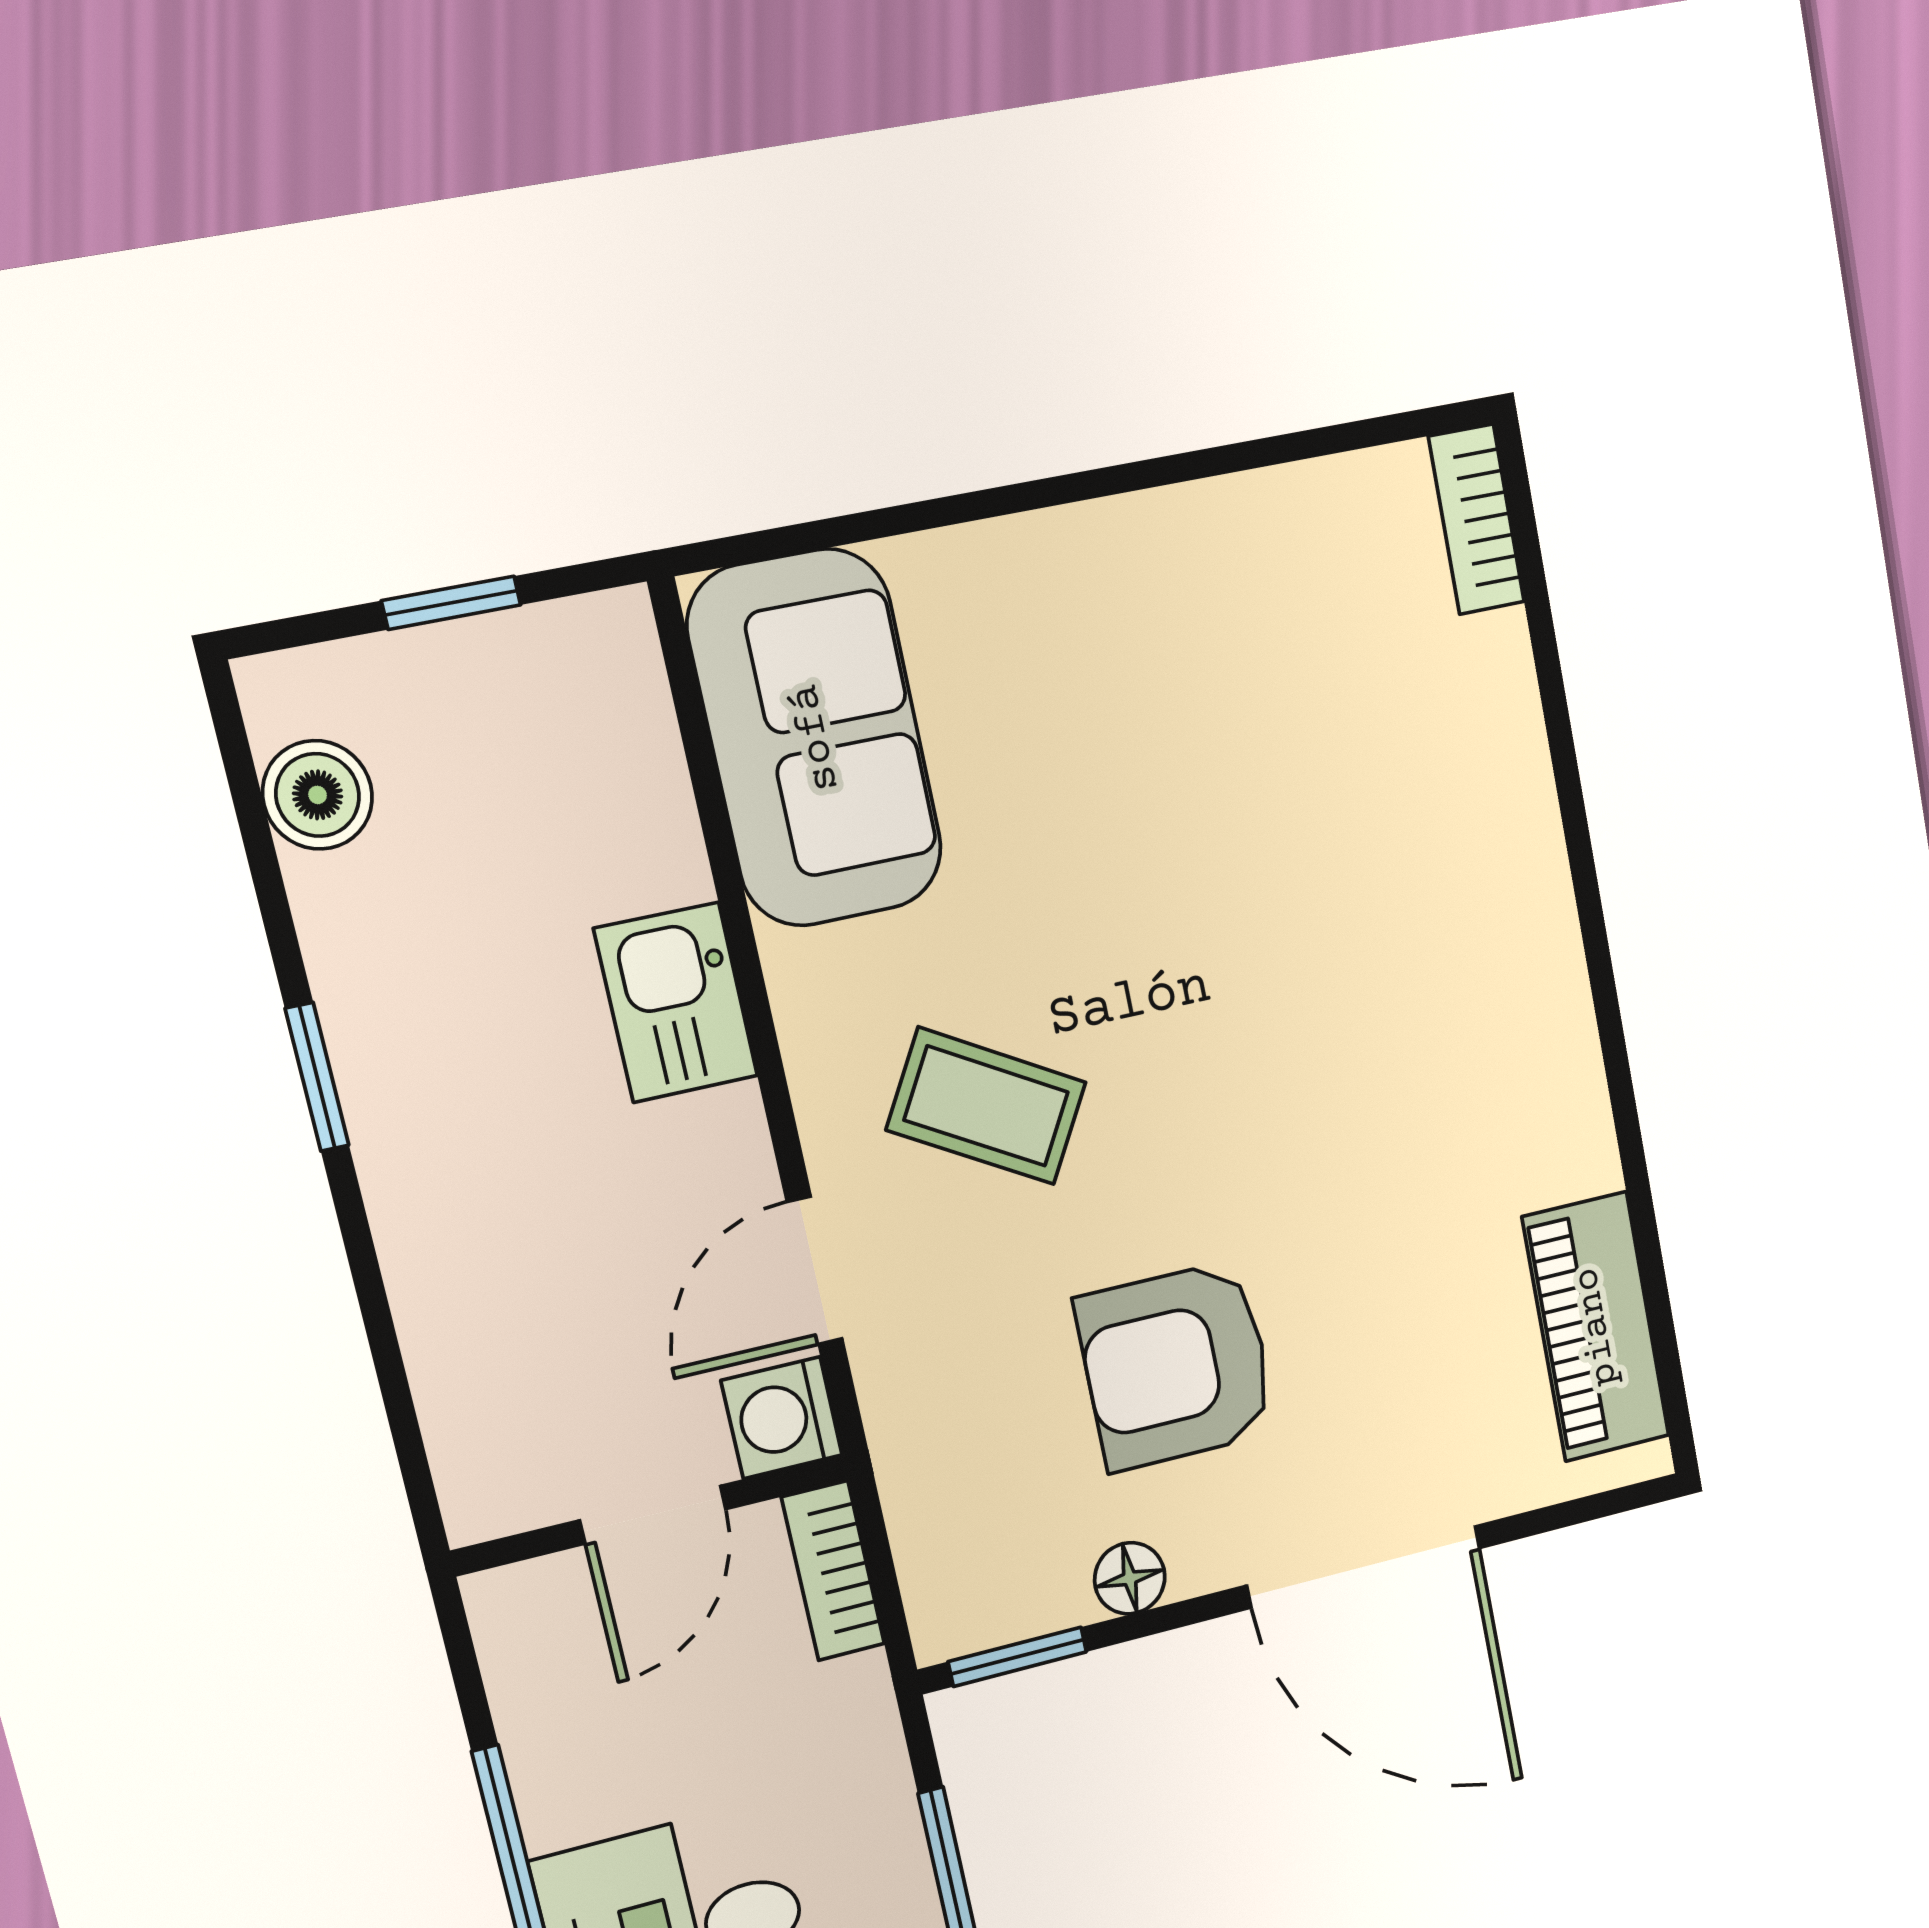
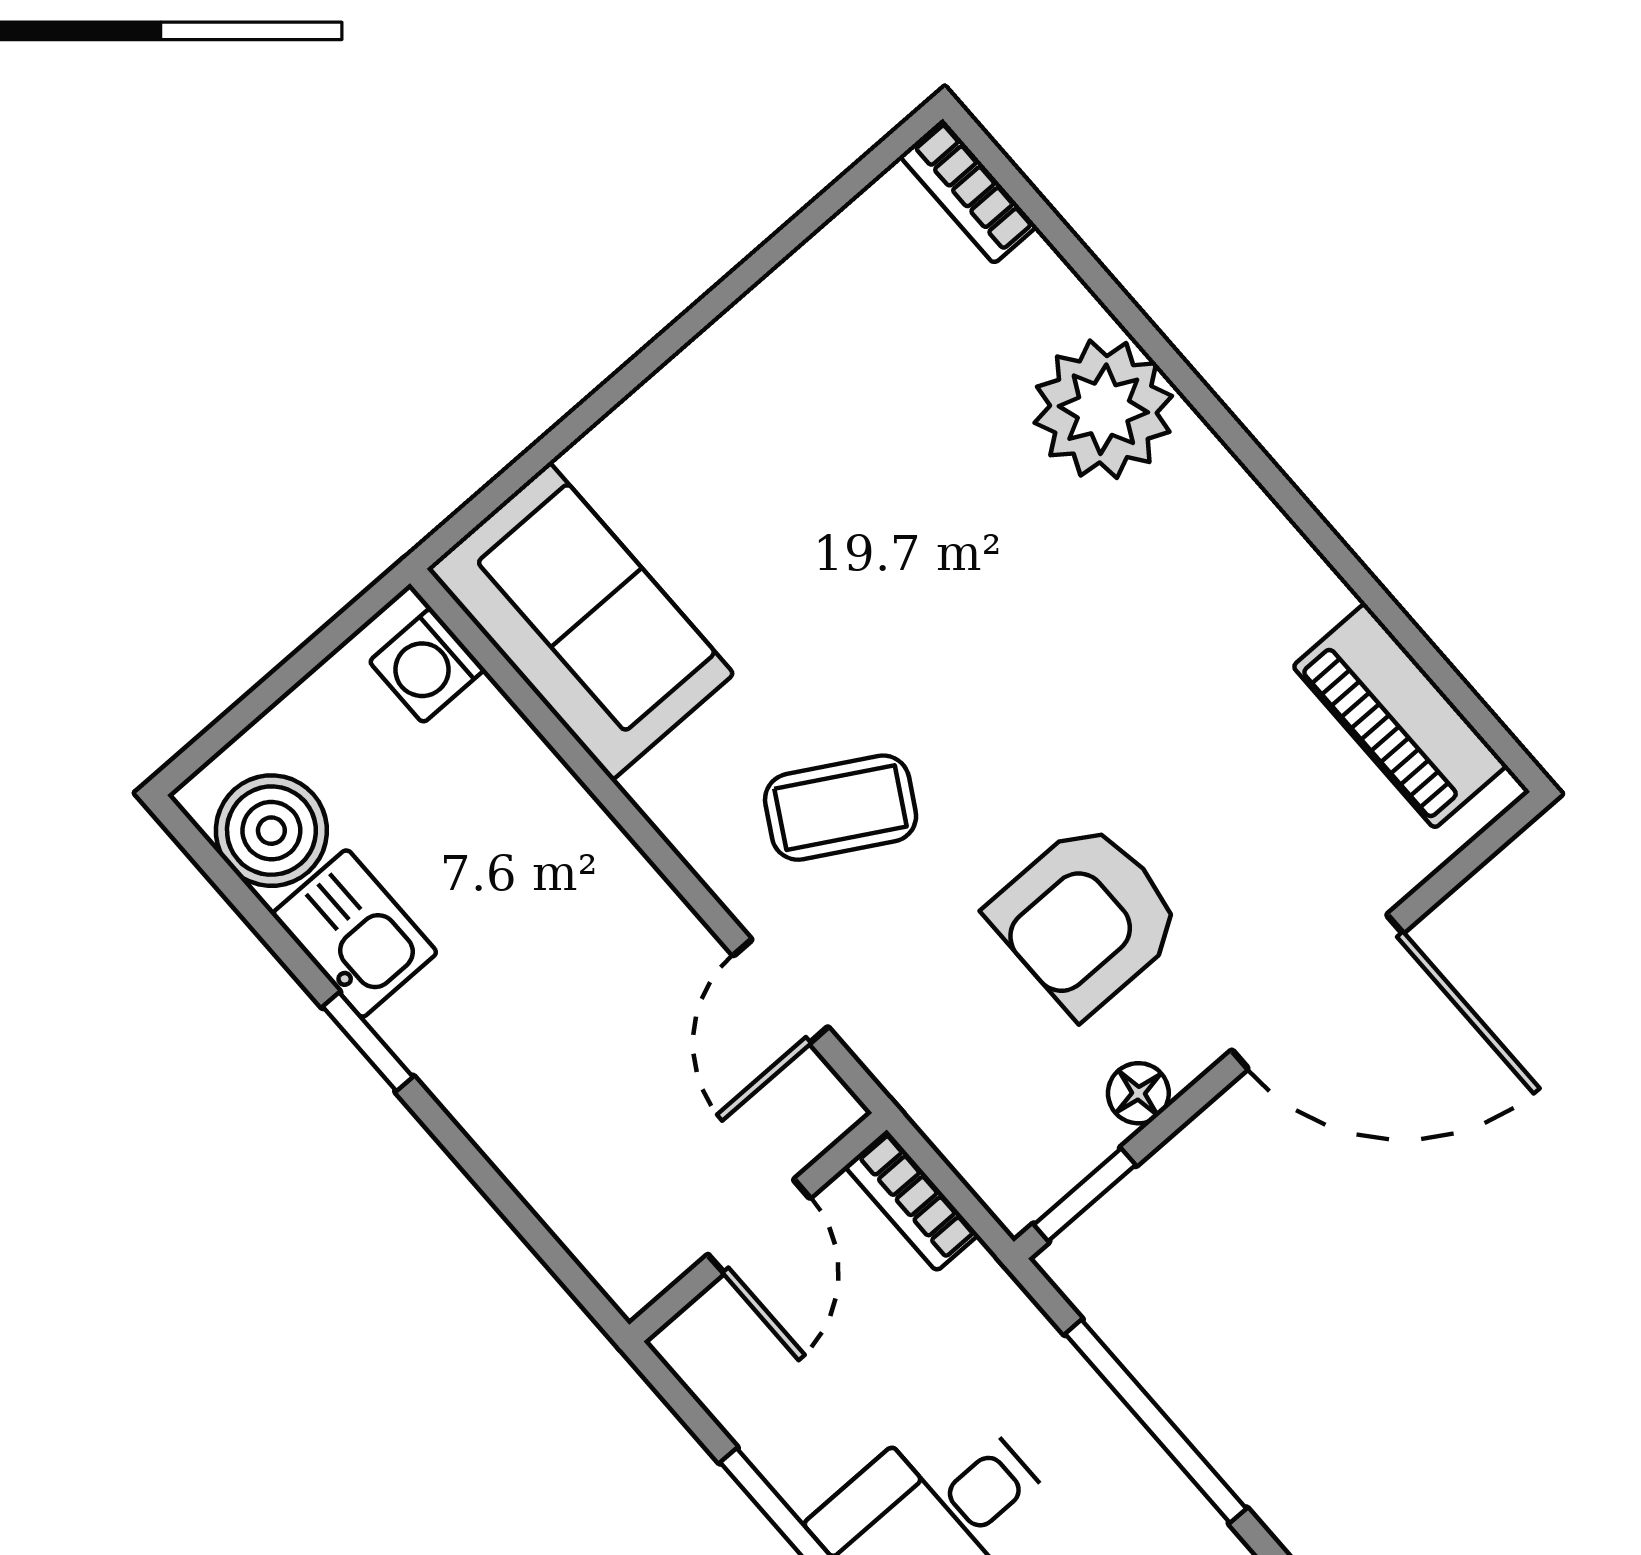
window: (451, 603) -> (290, 673), removed
boiler: (318, 795) -> (271, 831), width x1.36, depth x1.36
plant: (1484, 837) -> (1103, 409), added
kitchen sink: (676, 1003) -> (354, 933), moved, turned 180
washing machine: (782, 1418) -> (427, 665), moved

